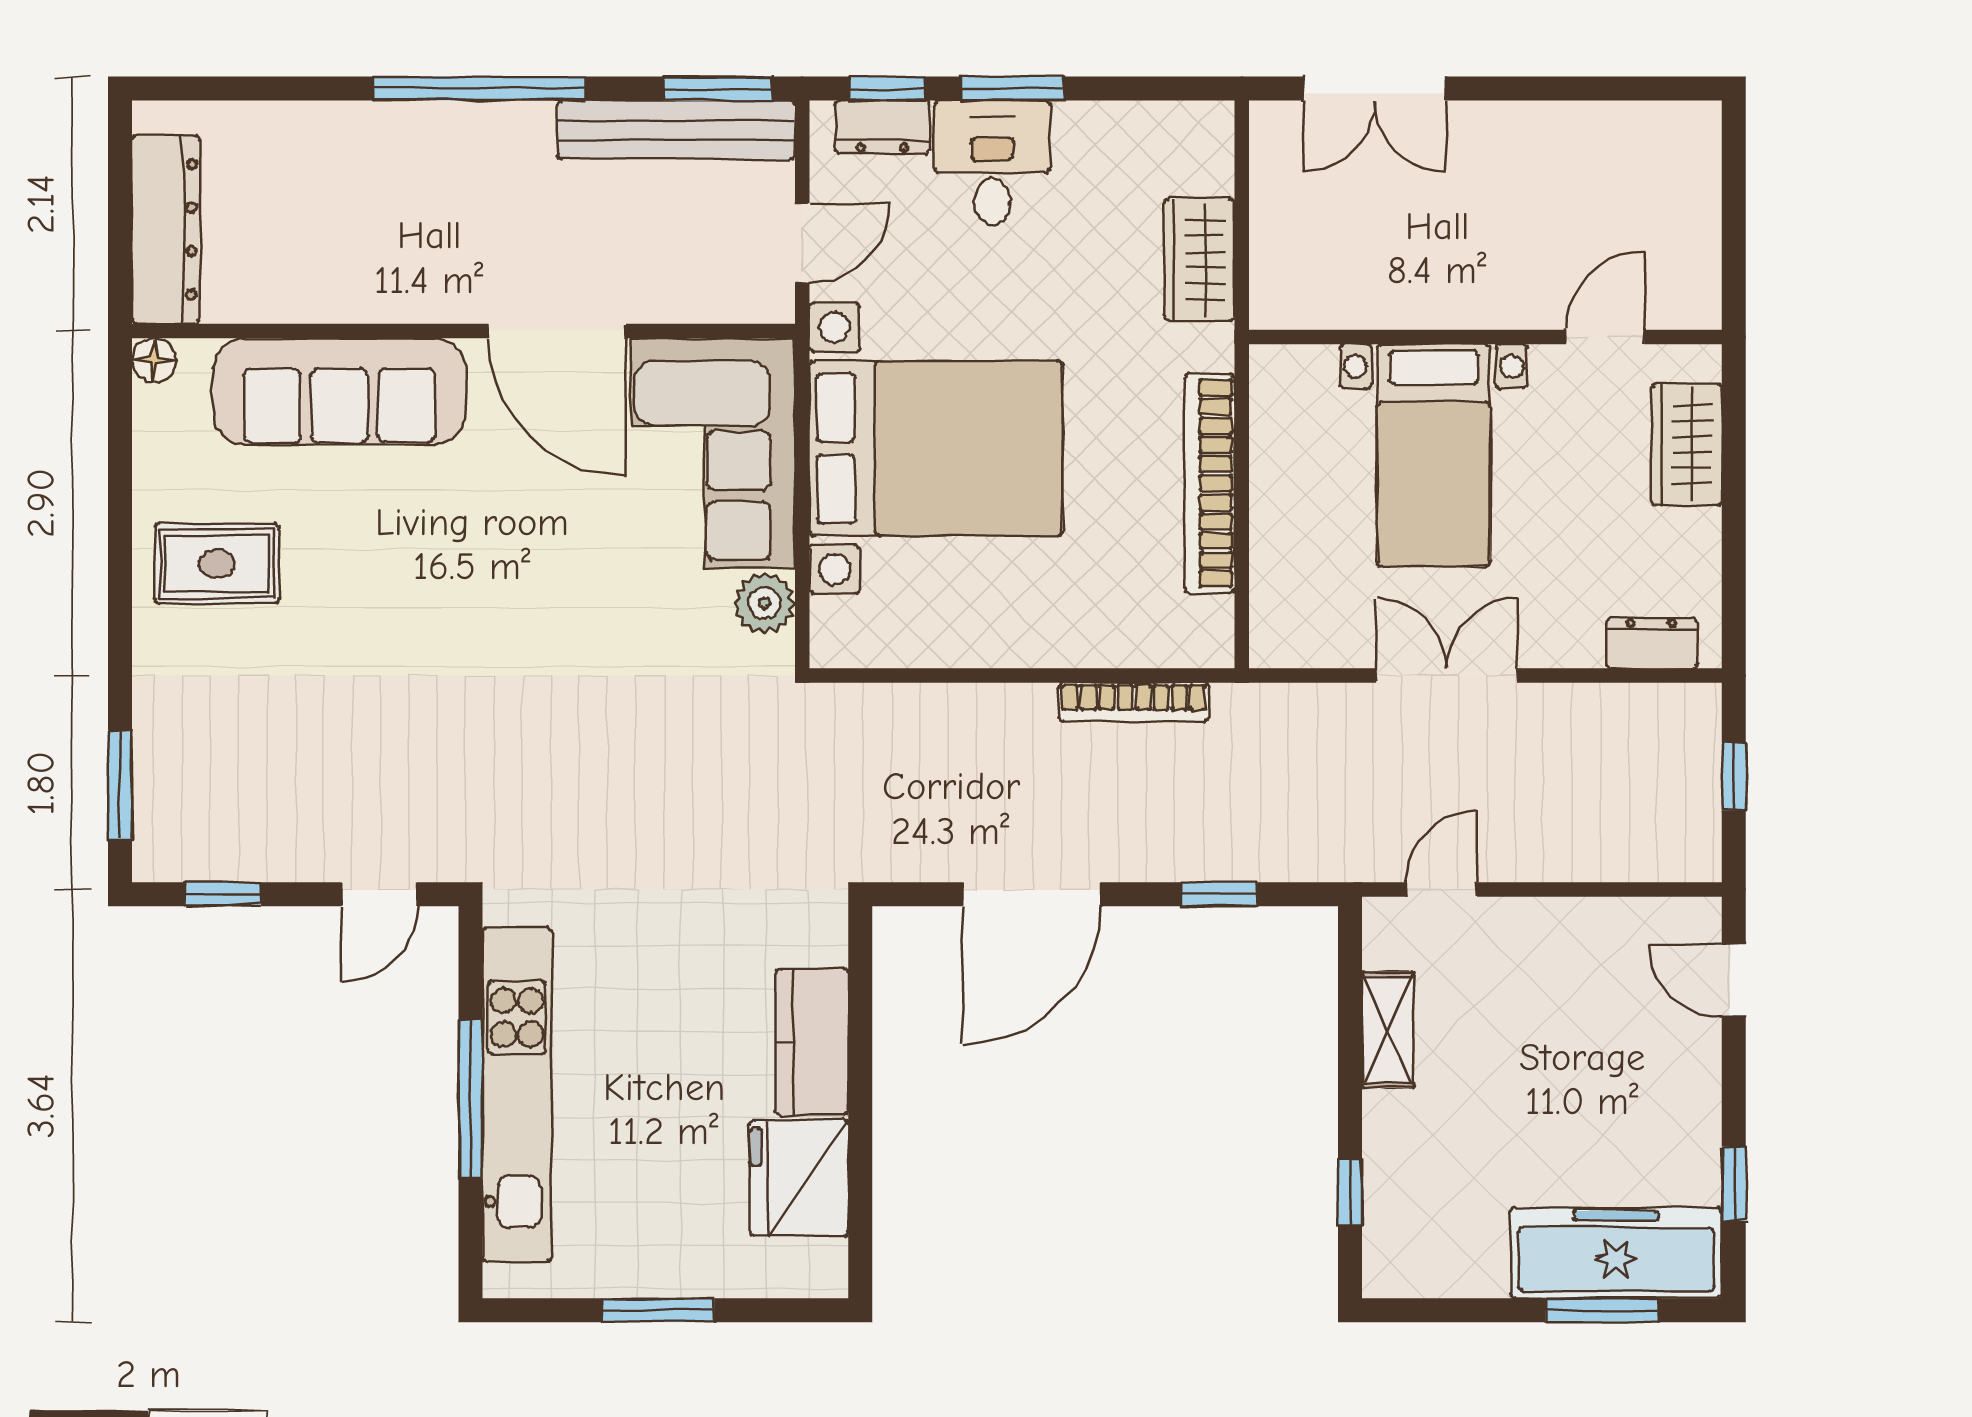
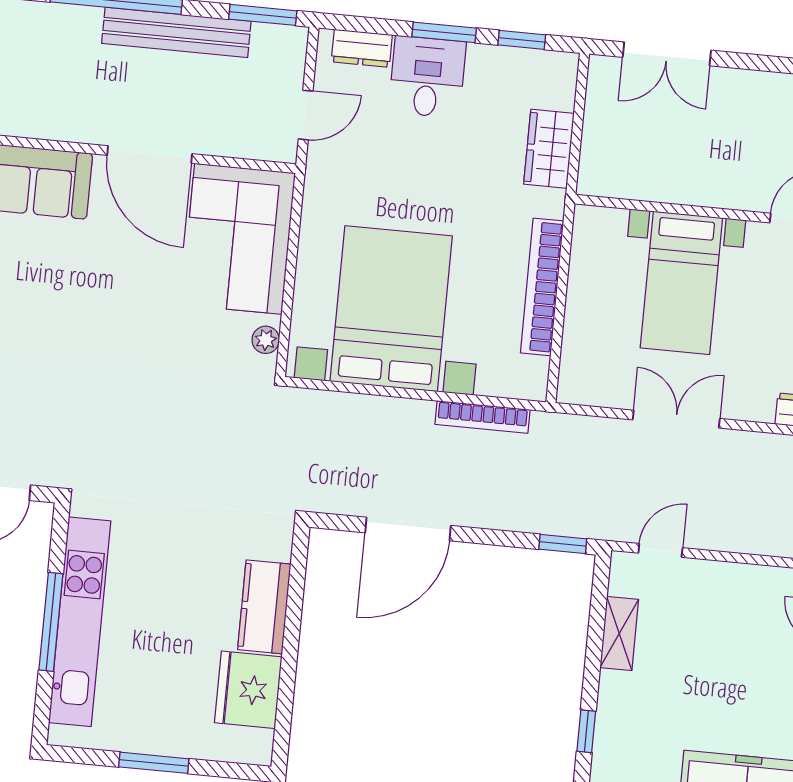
window: (887, 89) -> (522, 40), moved
bench: (676, 130) -> (176, 32), moved
bed with nightstands: (936, 448) -> (391, 309), moved, turned -90
plant: (765, 603) -> (266, 340), width x0.73, depth x0.73
window: (1219, 894) -> (563, 544), moved

